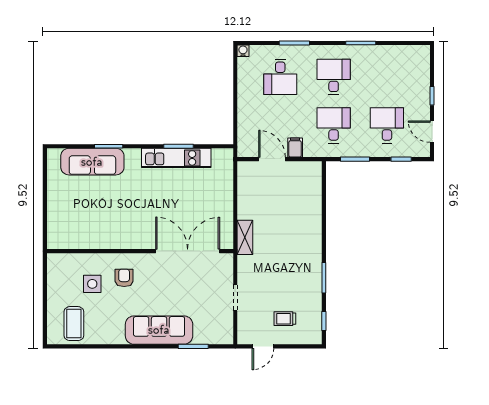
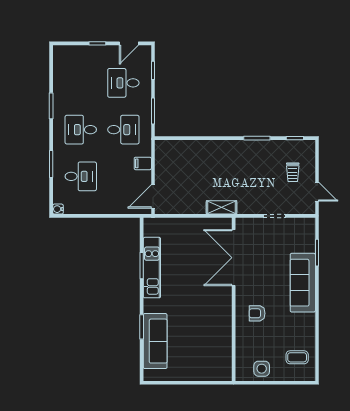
desk: (334, 125) -> (123, 130), turned 180
door: (272, 159) -> (153, 196), moved
side table: (92, 284) -> (262, 369), moved
coffee table: (74, 324) -> (297, 357), width x0.73, depth x0.77

